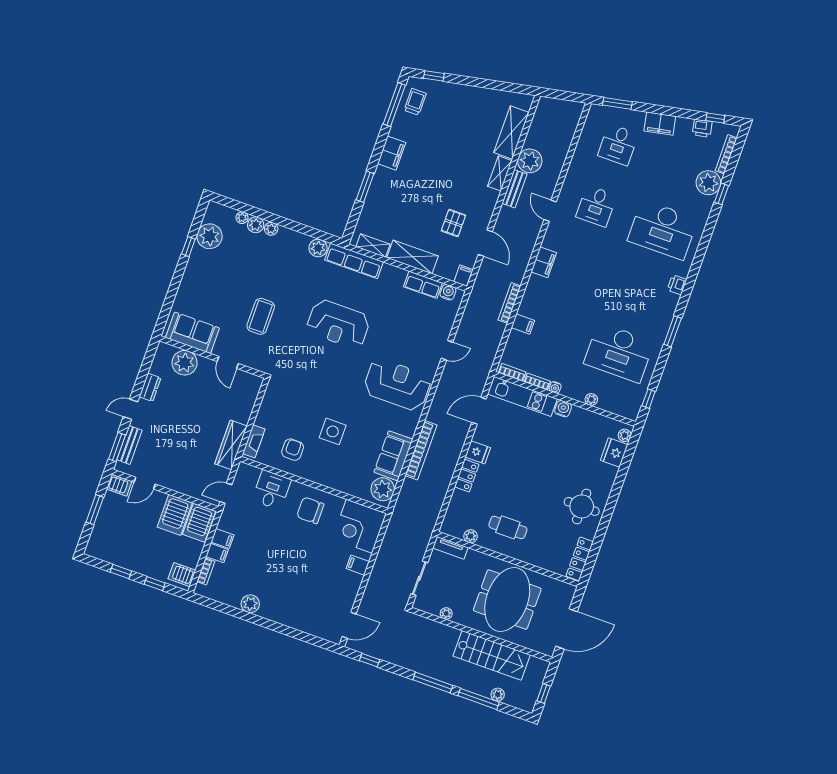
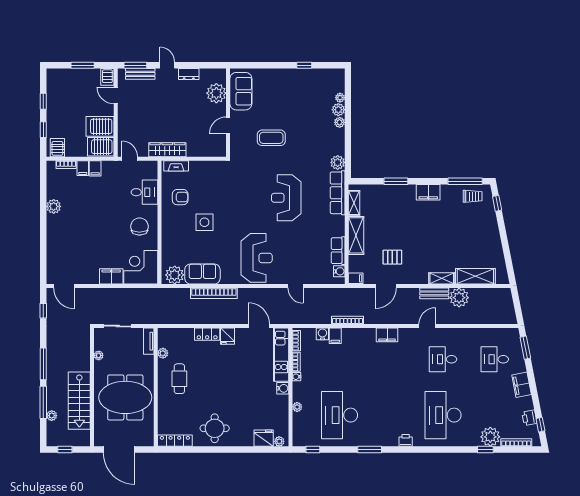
plant: (210, 236) -> (318, 78), removed
water cooler: (515, 339) -> (322, 334), added
filing cabinet: (358, 565) -> (111, 276), width x2.00

